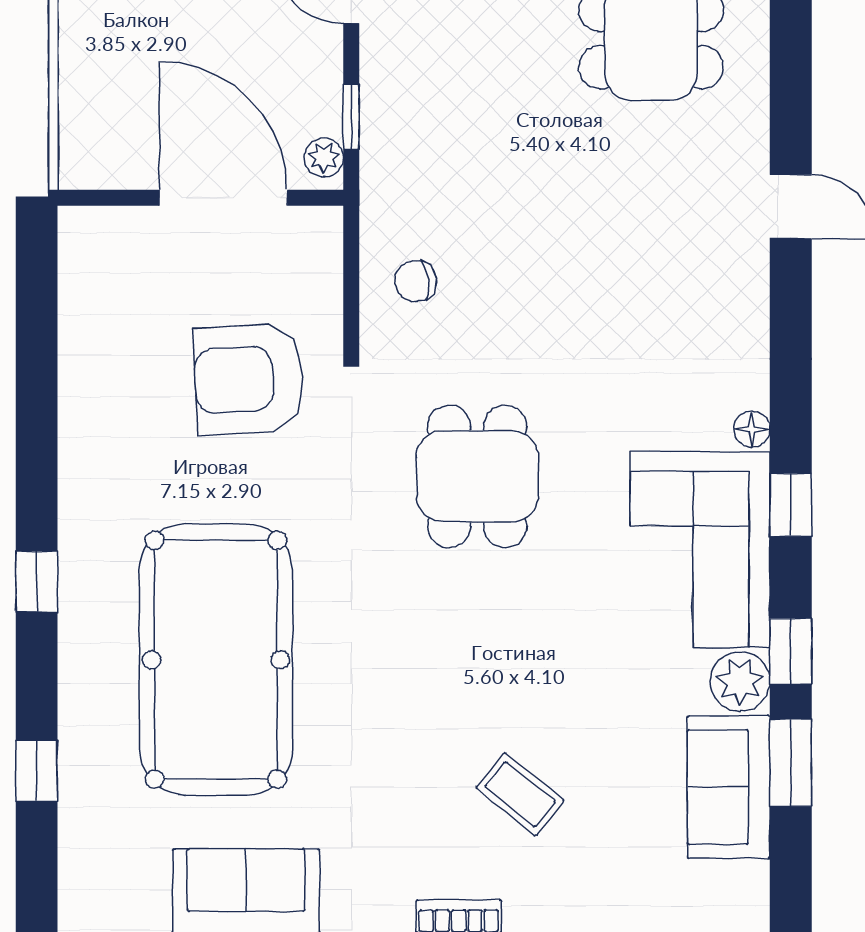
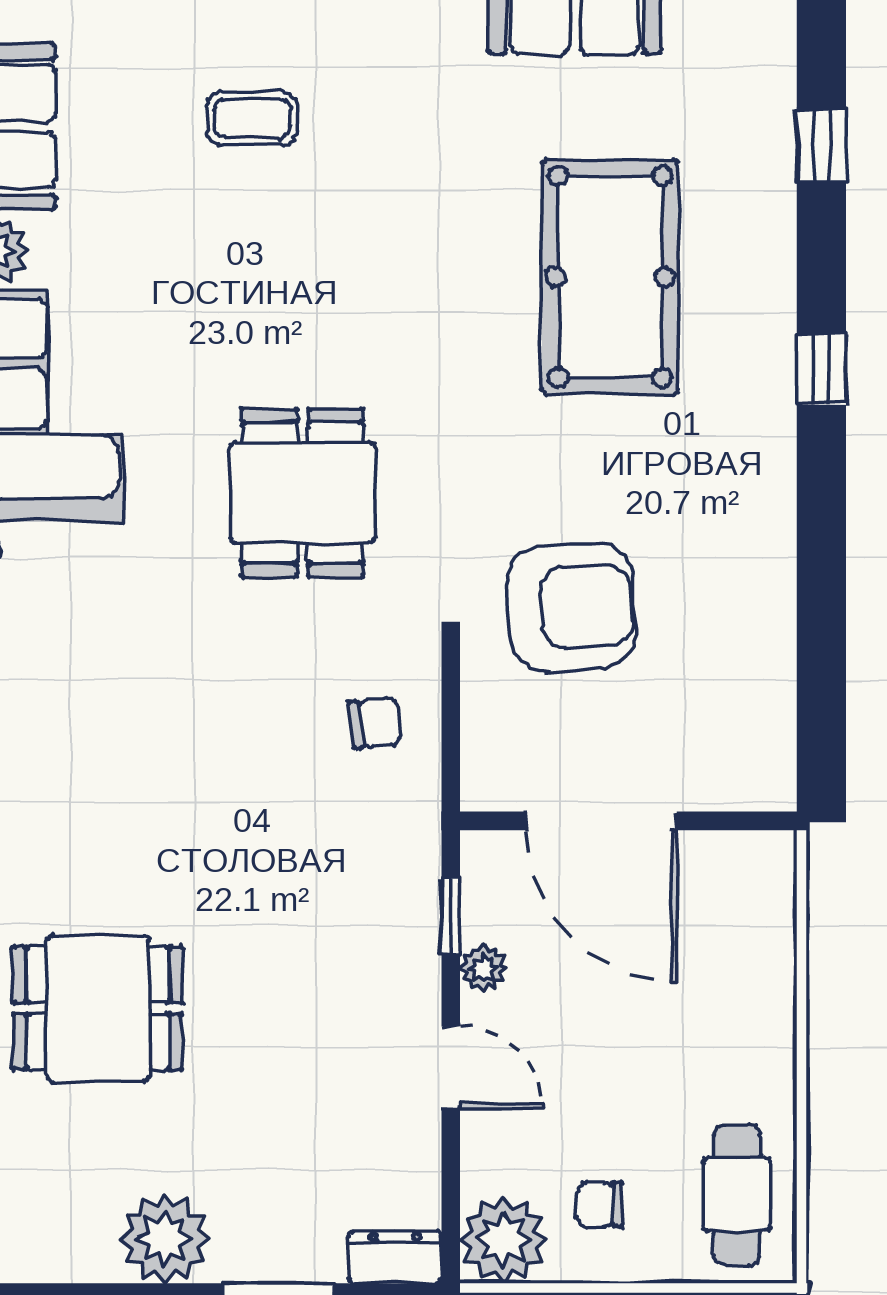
plant: (324, 158) -> (483, 968), moved
pool table: (216, 660) -> (610, 277), width x0.73, depth x0.76
coffee table: (520, 794) -> (252, 118), turned -39

